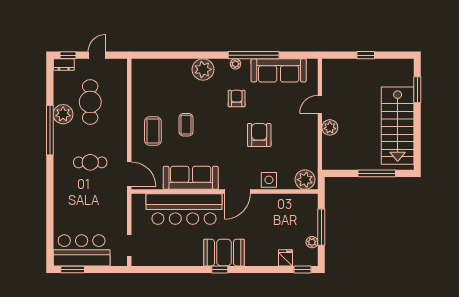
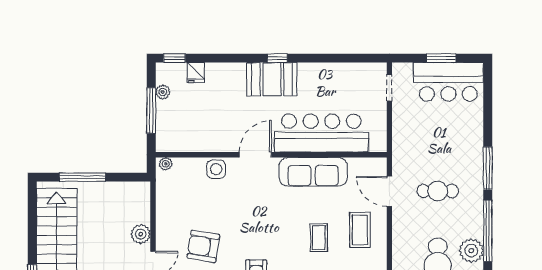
armchair: (259, 135) -> (203, 246), moved, turned 99
door: (129, 174) -> (389, 191), moved
plant: (305, 180) -> (166, 164), width x0.53, depth x0.53
window: (50, 181) -> (488, 168), added
window: (73, 269) -> (441, 58), moved

